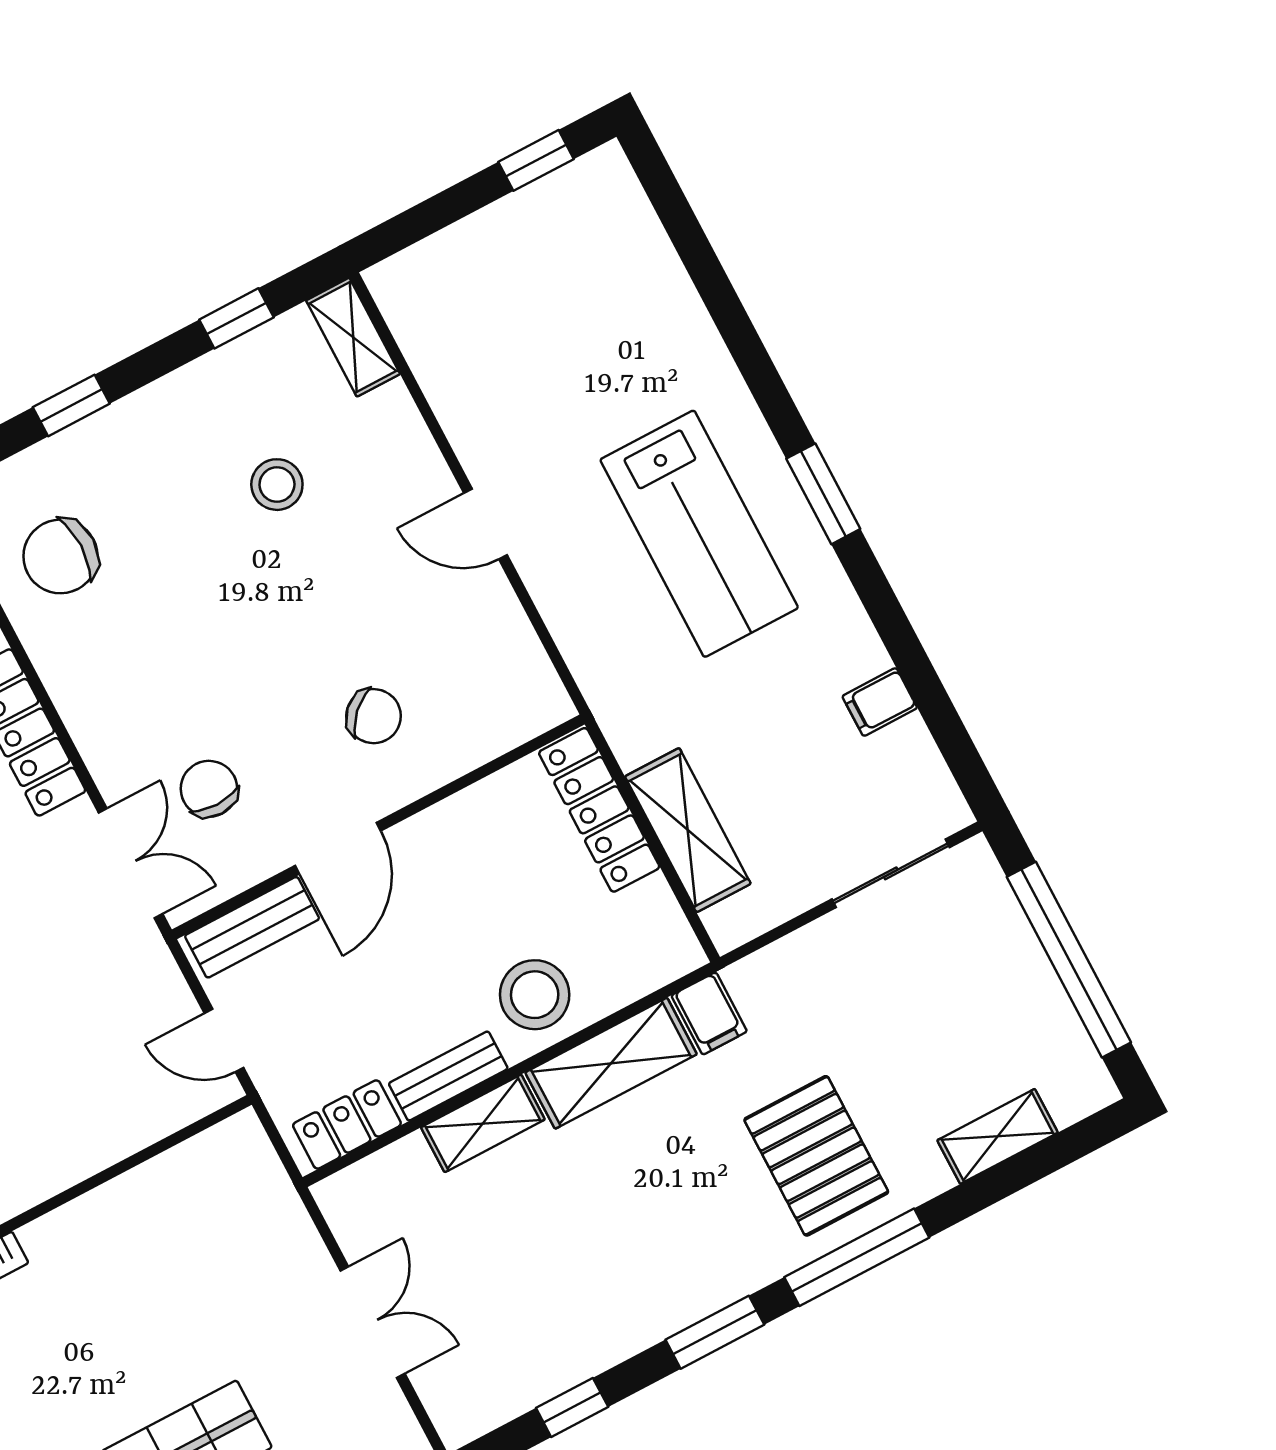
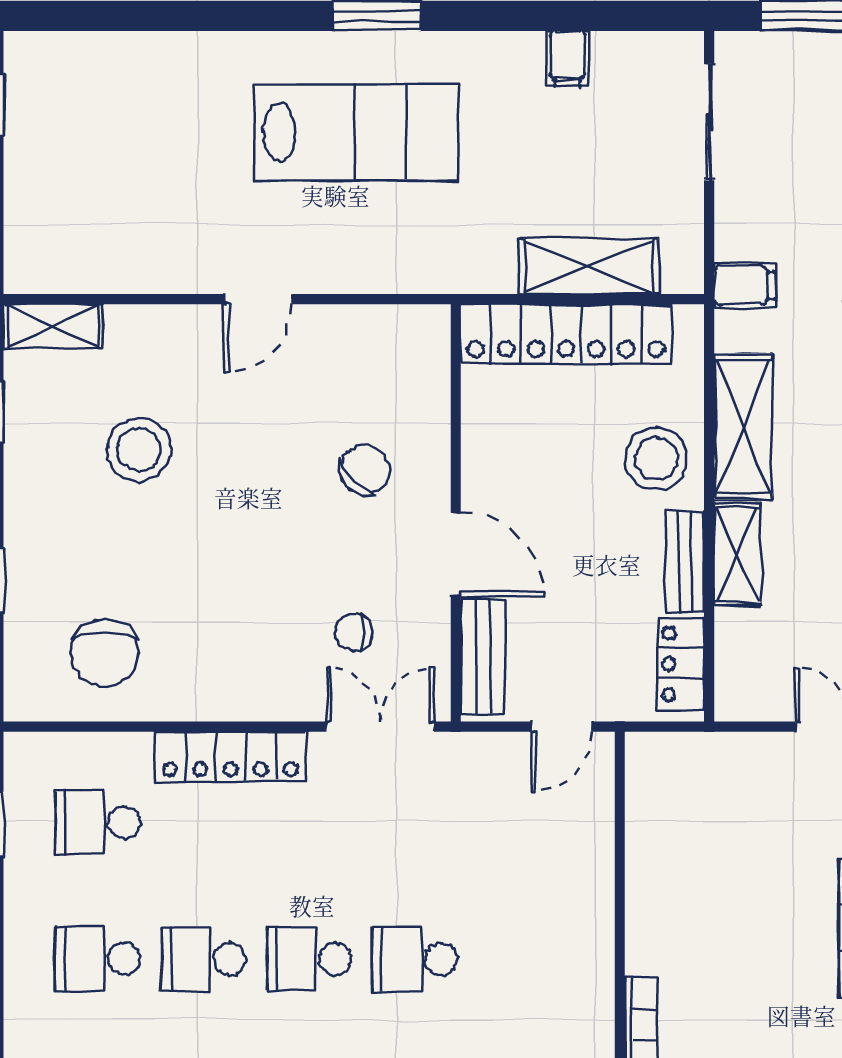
stool: (277, 485) -> (139, 450), width x1.38, depth x1.38
chair: (209, 789) -> (354, 632), width x0.73, depth x0.73
locker: (599, 810) -> (566, 334), width x1.41, depth x1.21
filing cabinet: (709, 1013) -> (745, 285), moved

